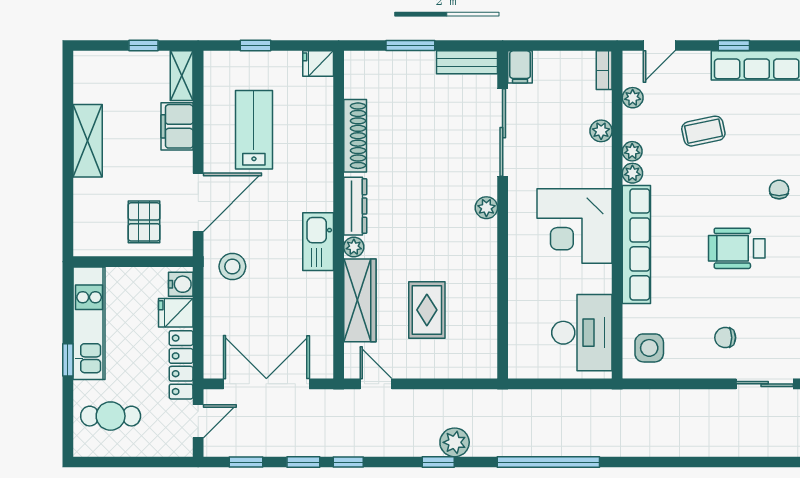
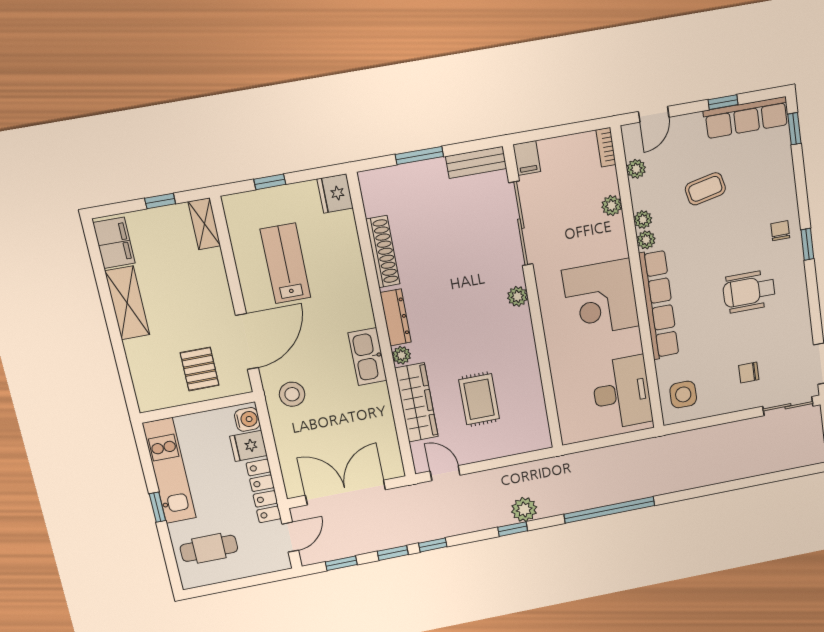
fridge: (318, 64) -> (335, 193), width x1.38
filing cabinet: (177, 126) -> (114, 243), moved, turned 180

